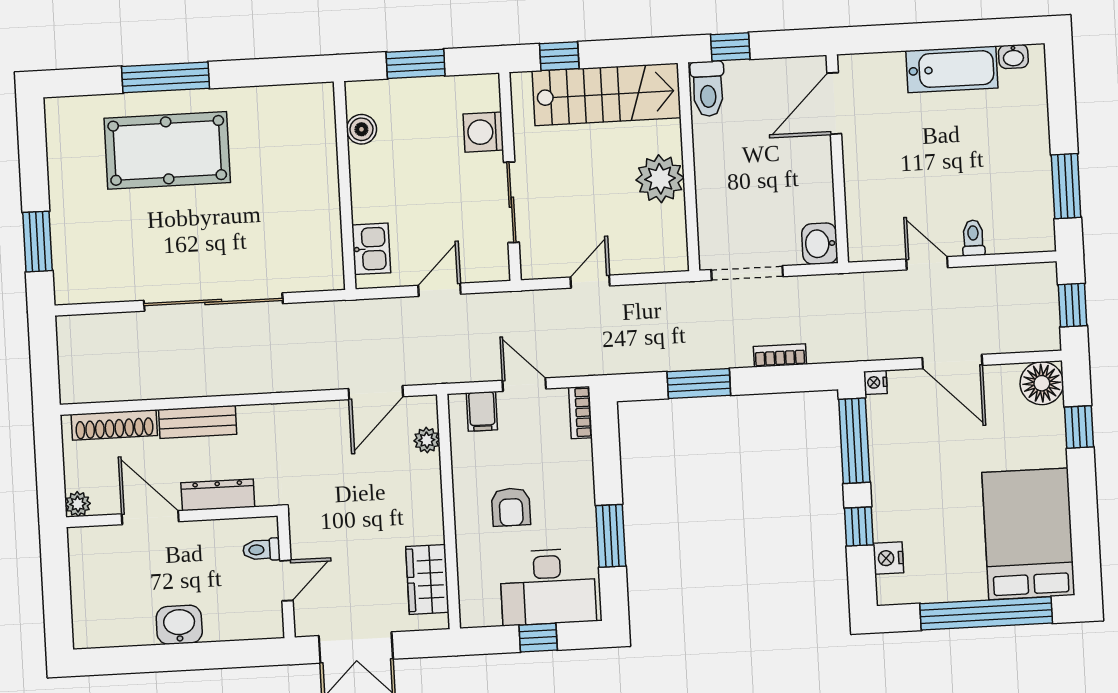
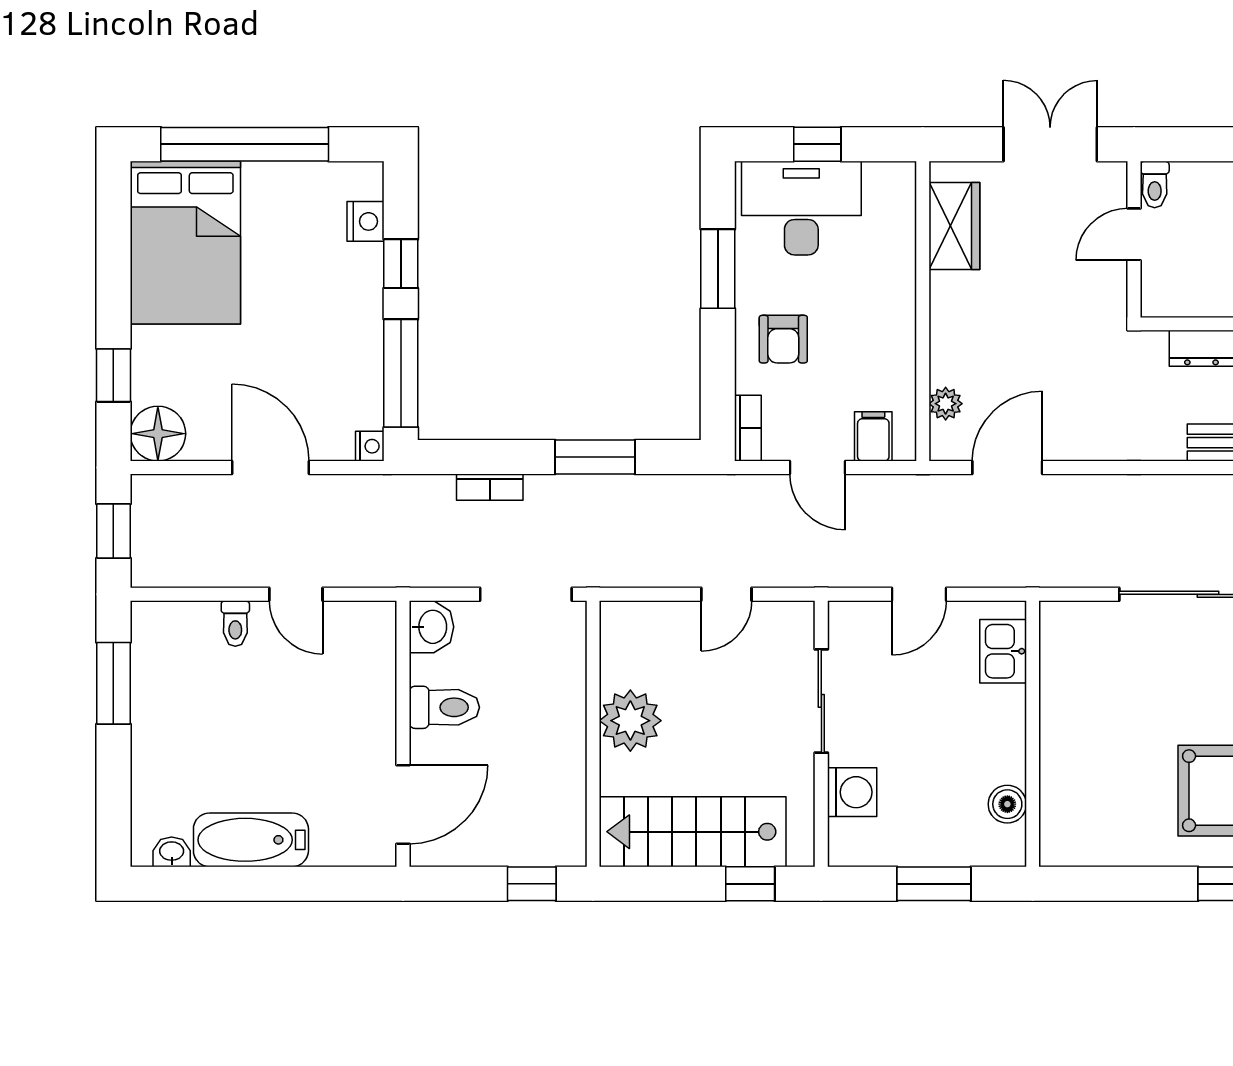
toilet: (708, 89) -> (444, 707), moved, turned 90
armchair: (511, 507) -> (783, 339), moved, turned 180
toilet: (261, 550) -> (1155, 184), moved, turned 90

